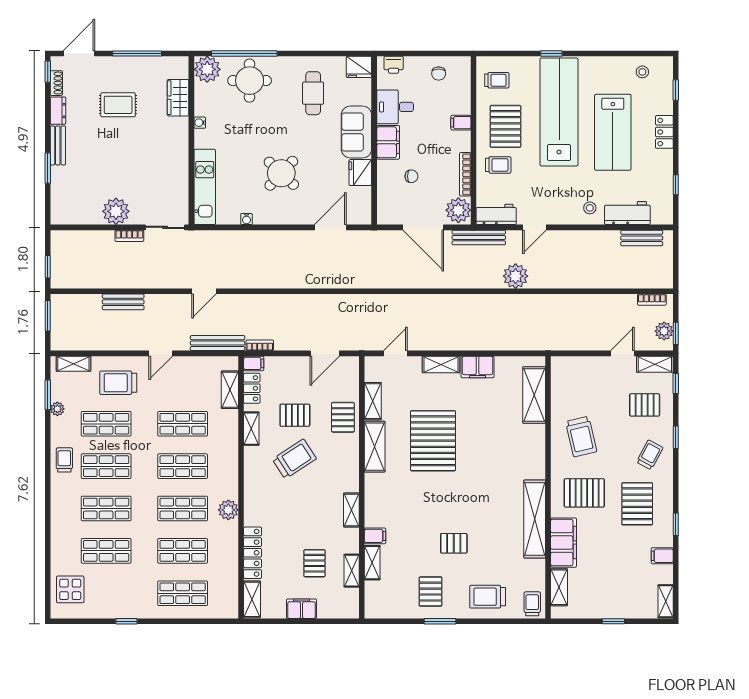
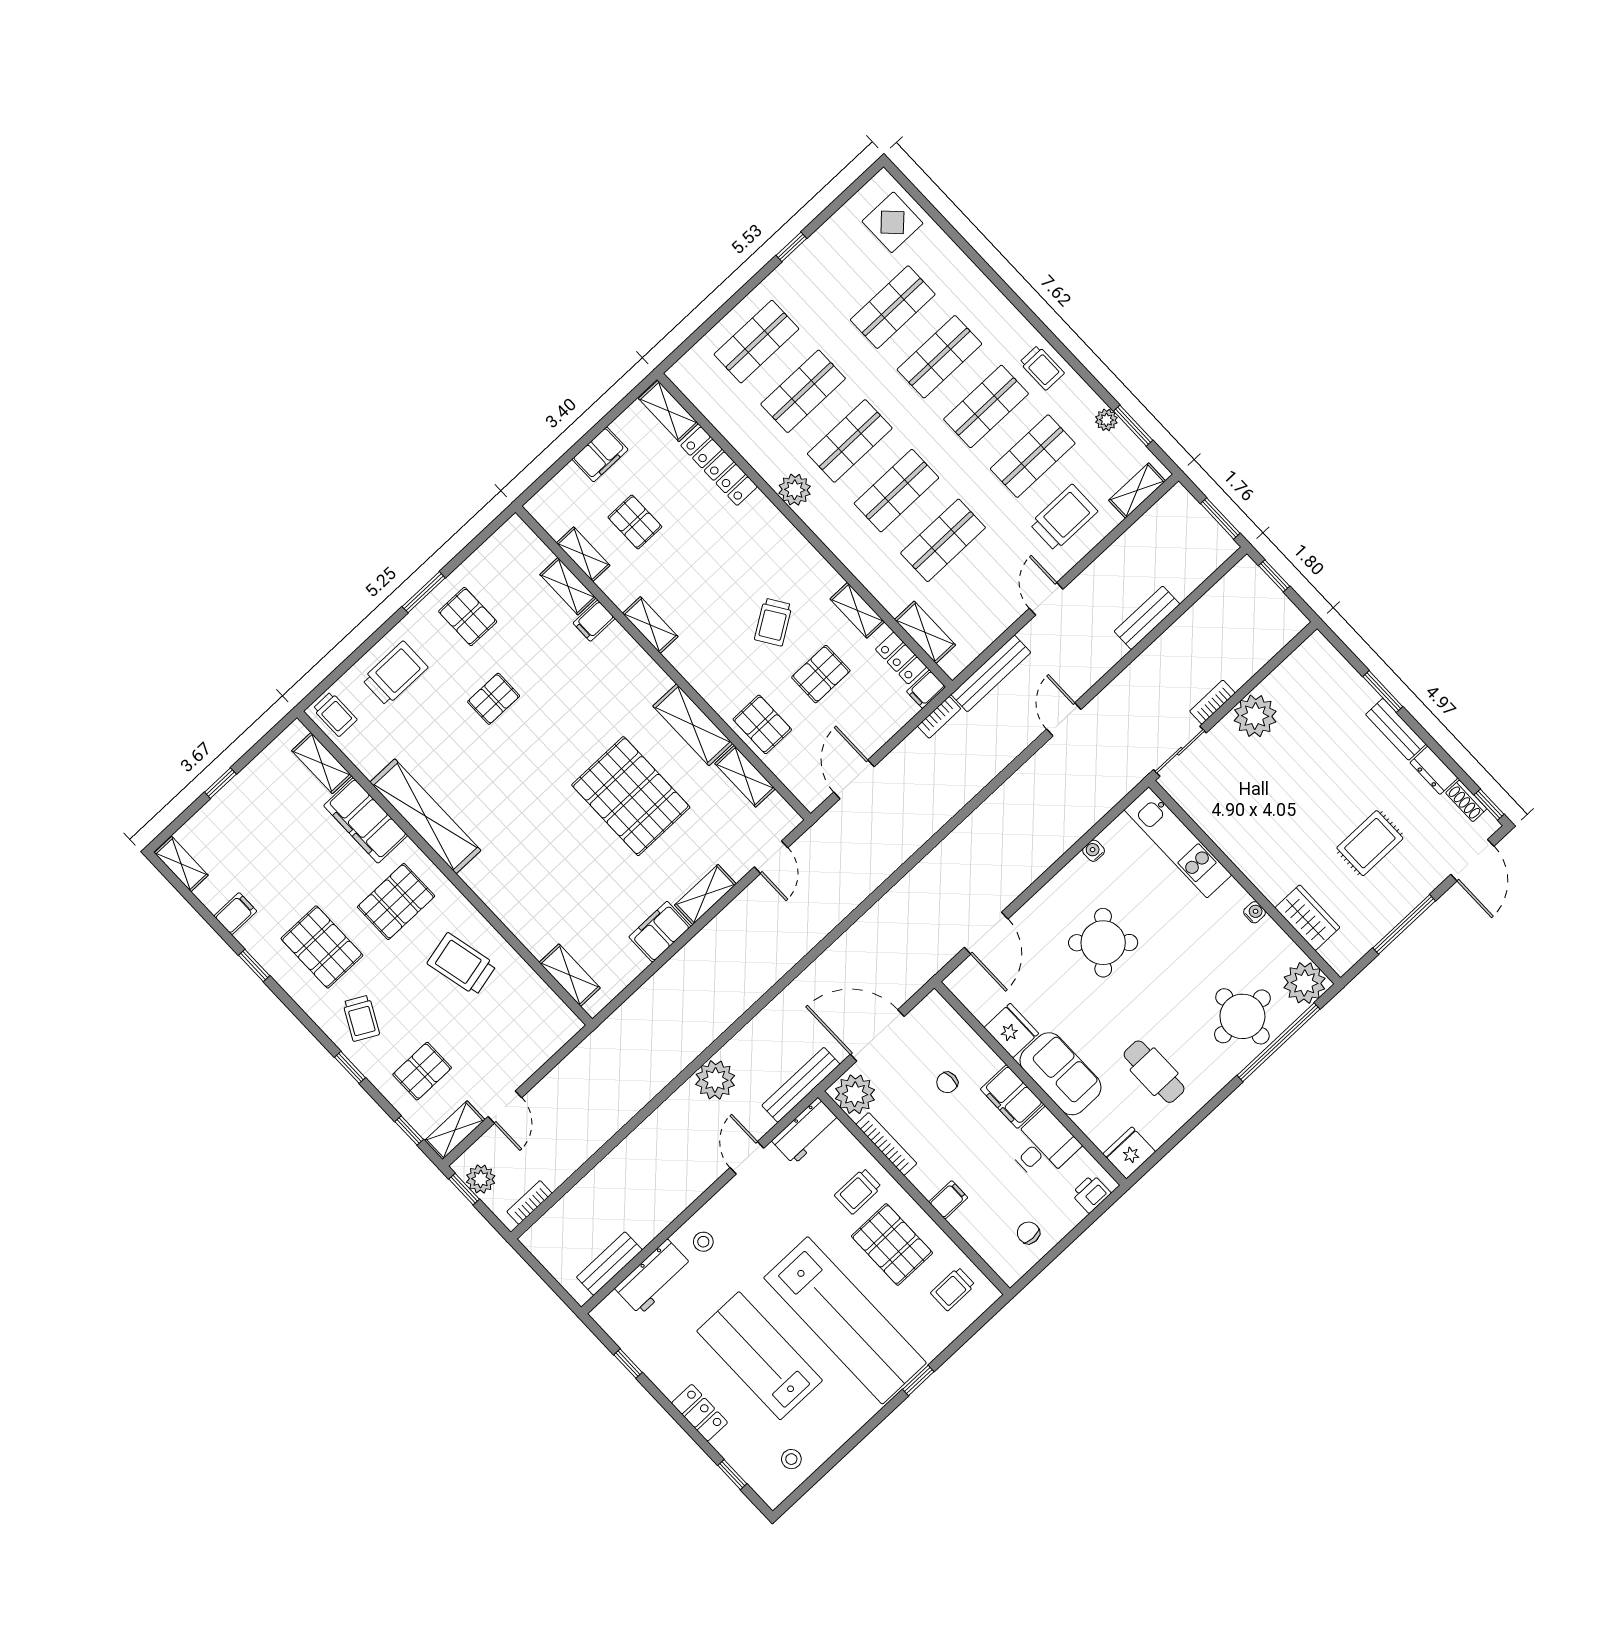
shelving: (534, 395) -> (570, 975), width x0.67, depth x0.75
trolley: (294, 459) -> (773, 622), width x0.73, depth x0.72

